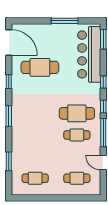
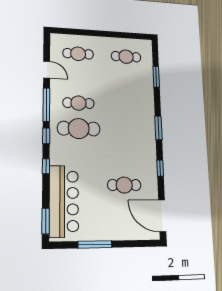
cafe table: (40, 67) -> (124, 185), width x0.73, depth x0.74

